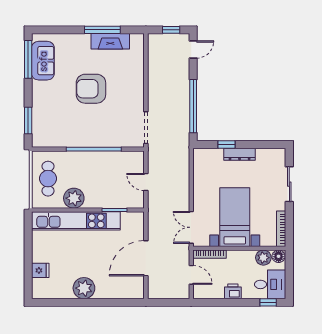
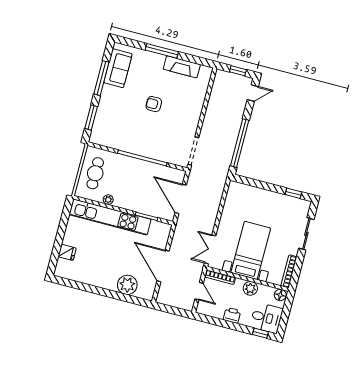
window: (102, 30) -> (162, 51), moved
window: (28, 59) -> (101, 78), moved
armchair: (91, 89) -> (154, 104), width x0.53, depth x0.53
window: (227, 145) -> (293, 193), moved
dresser: (240, 154) -> (270, 196), removed
door: (146, 182) -> (181, 199), width x1.88
plant: (74, 198) -> (108, 200), width x0.53, depth x0.53
door: (146, 258) -> (163, 266), hinge flipped
plant: (263, 258) -> (250, 288), moved
plant: (84, 288) -> (127, 285), moved

